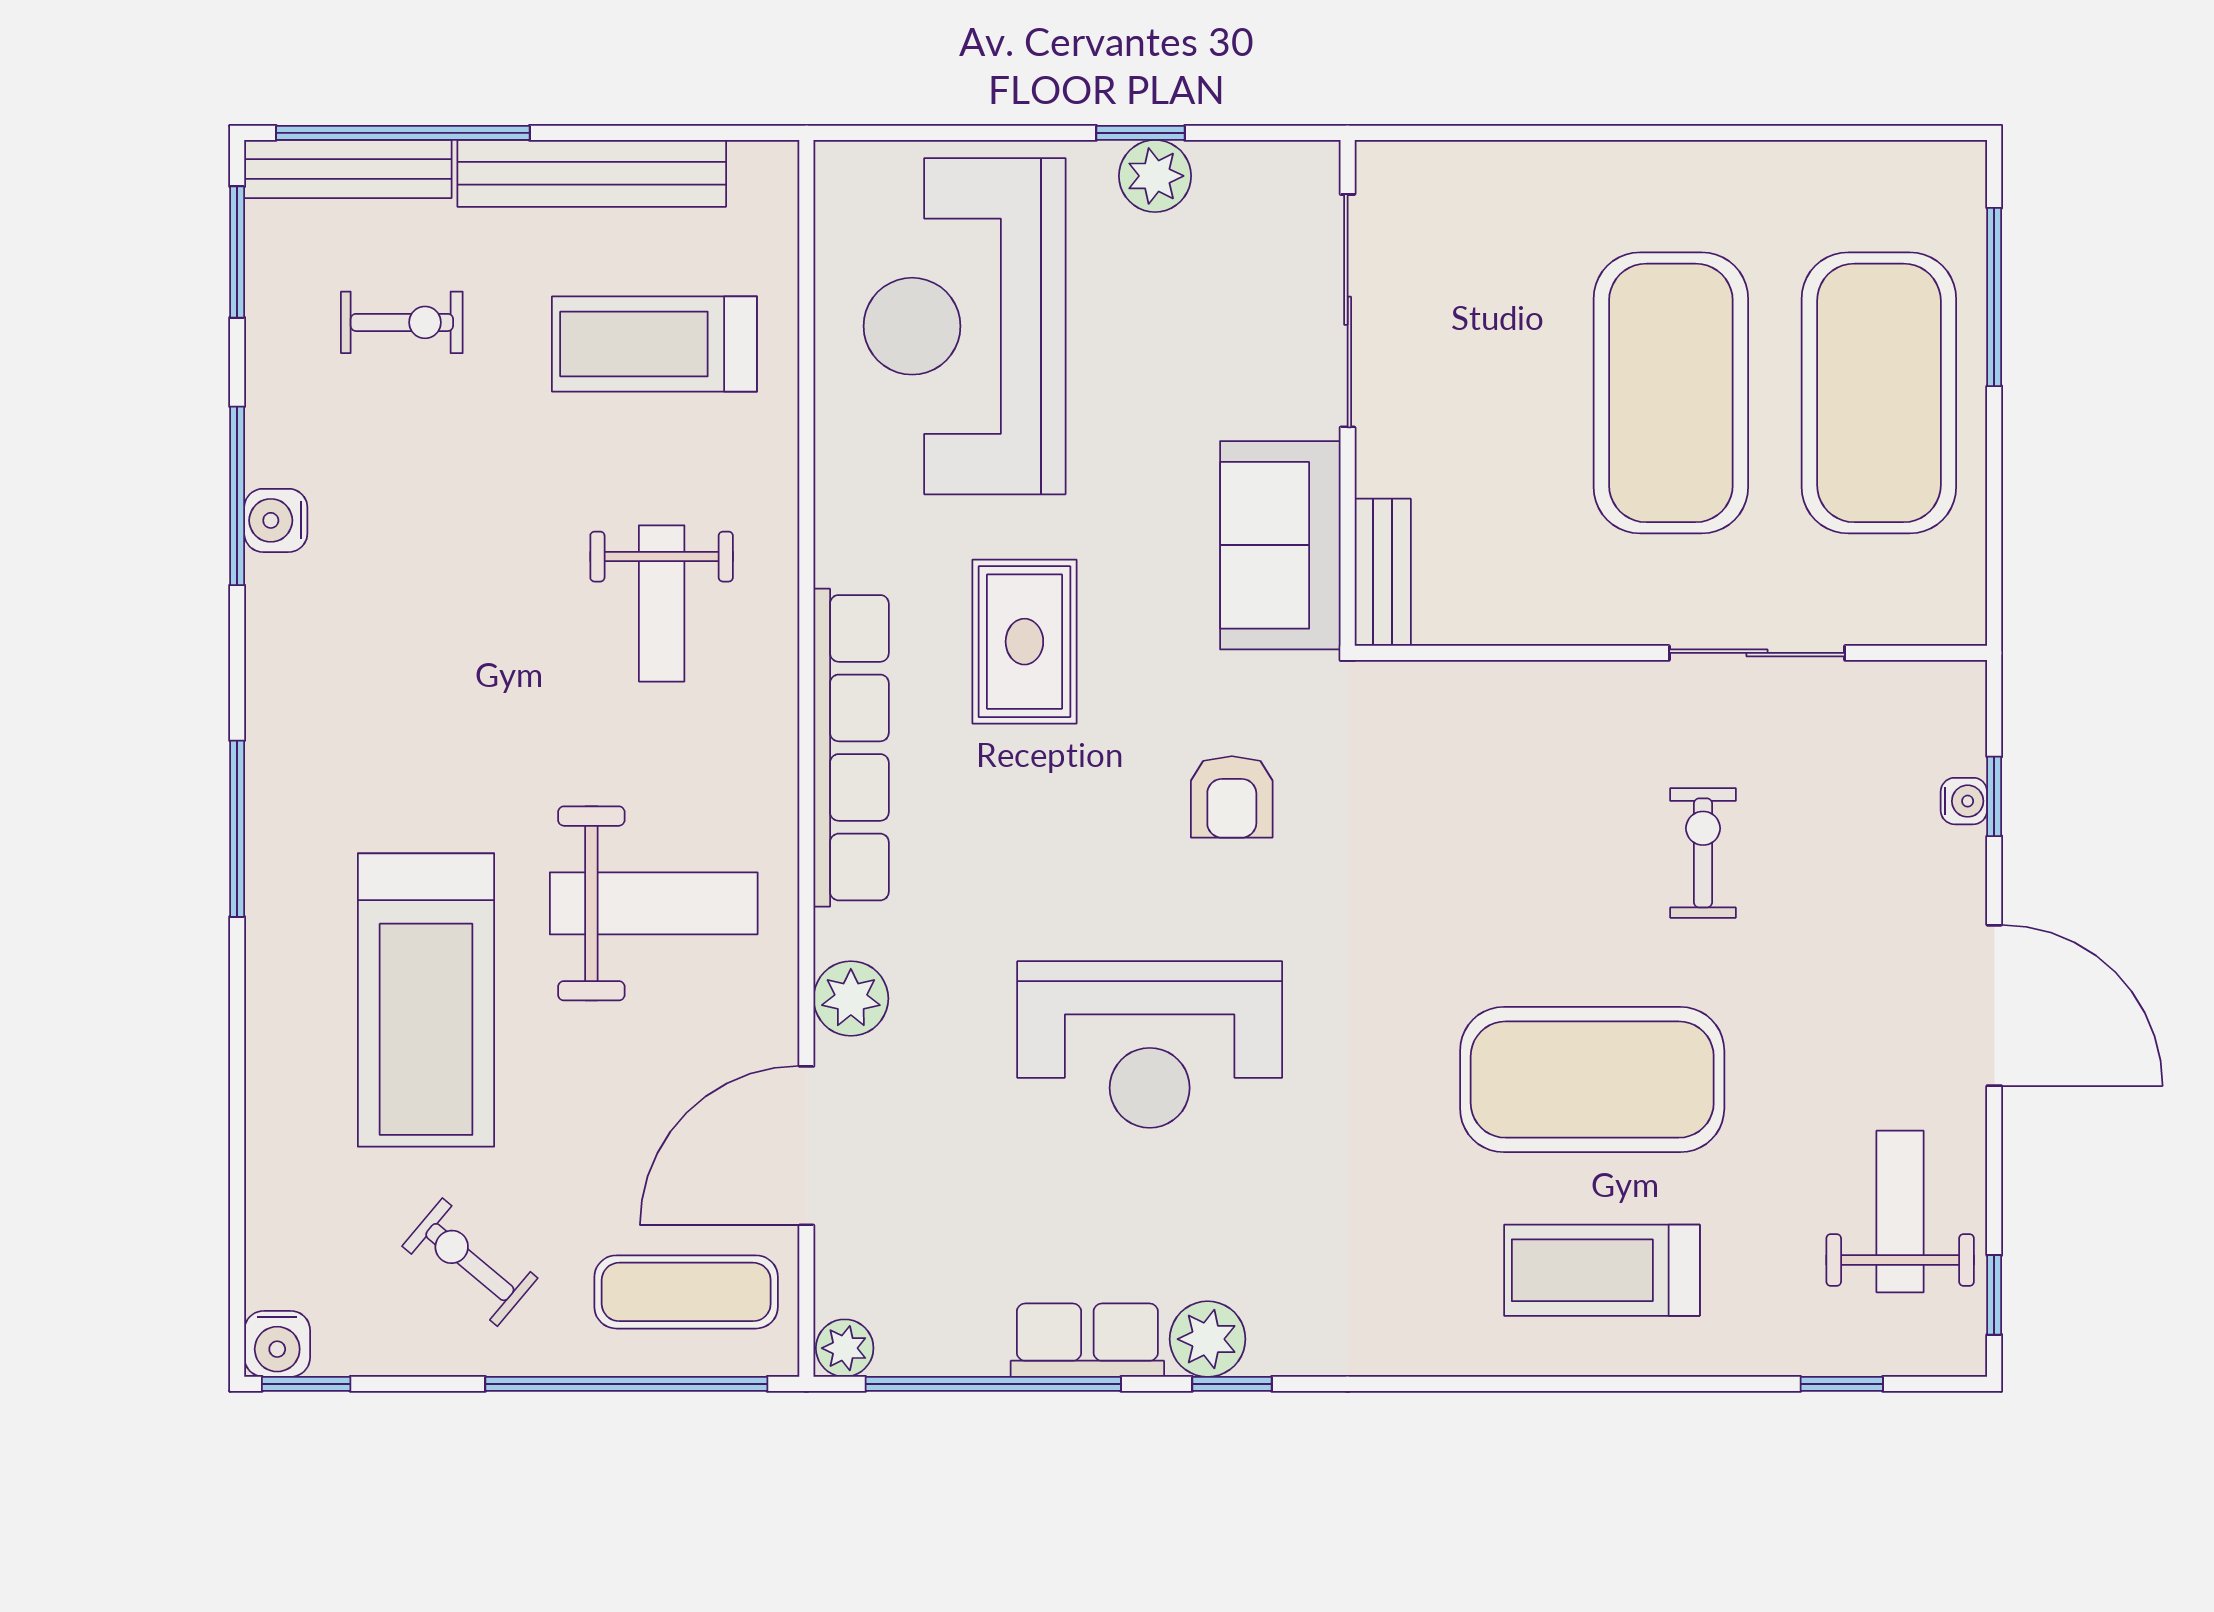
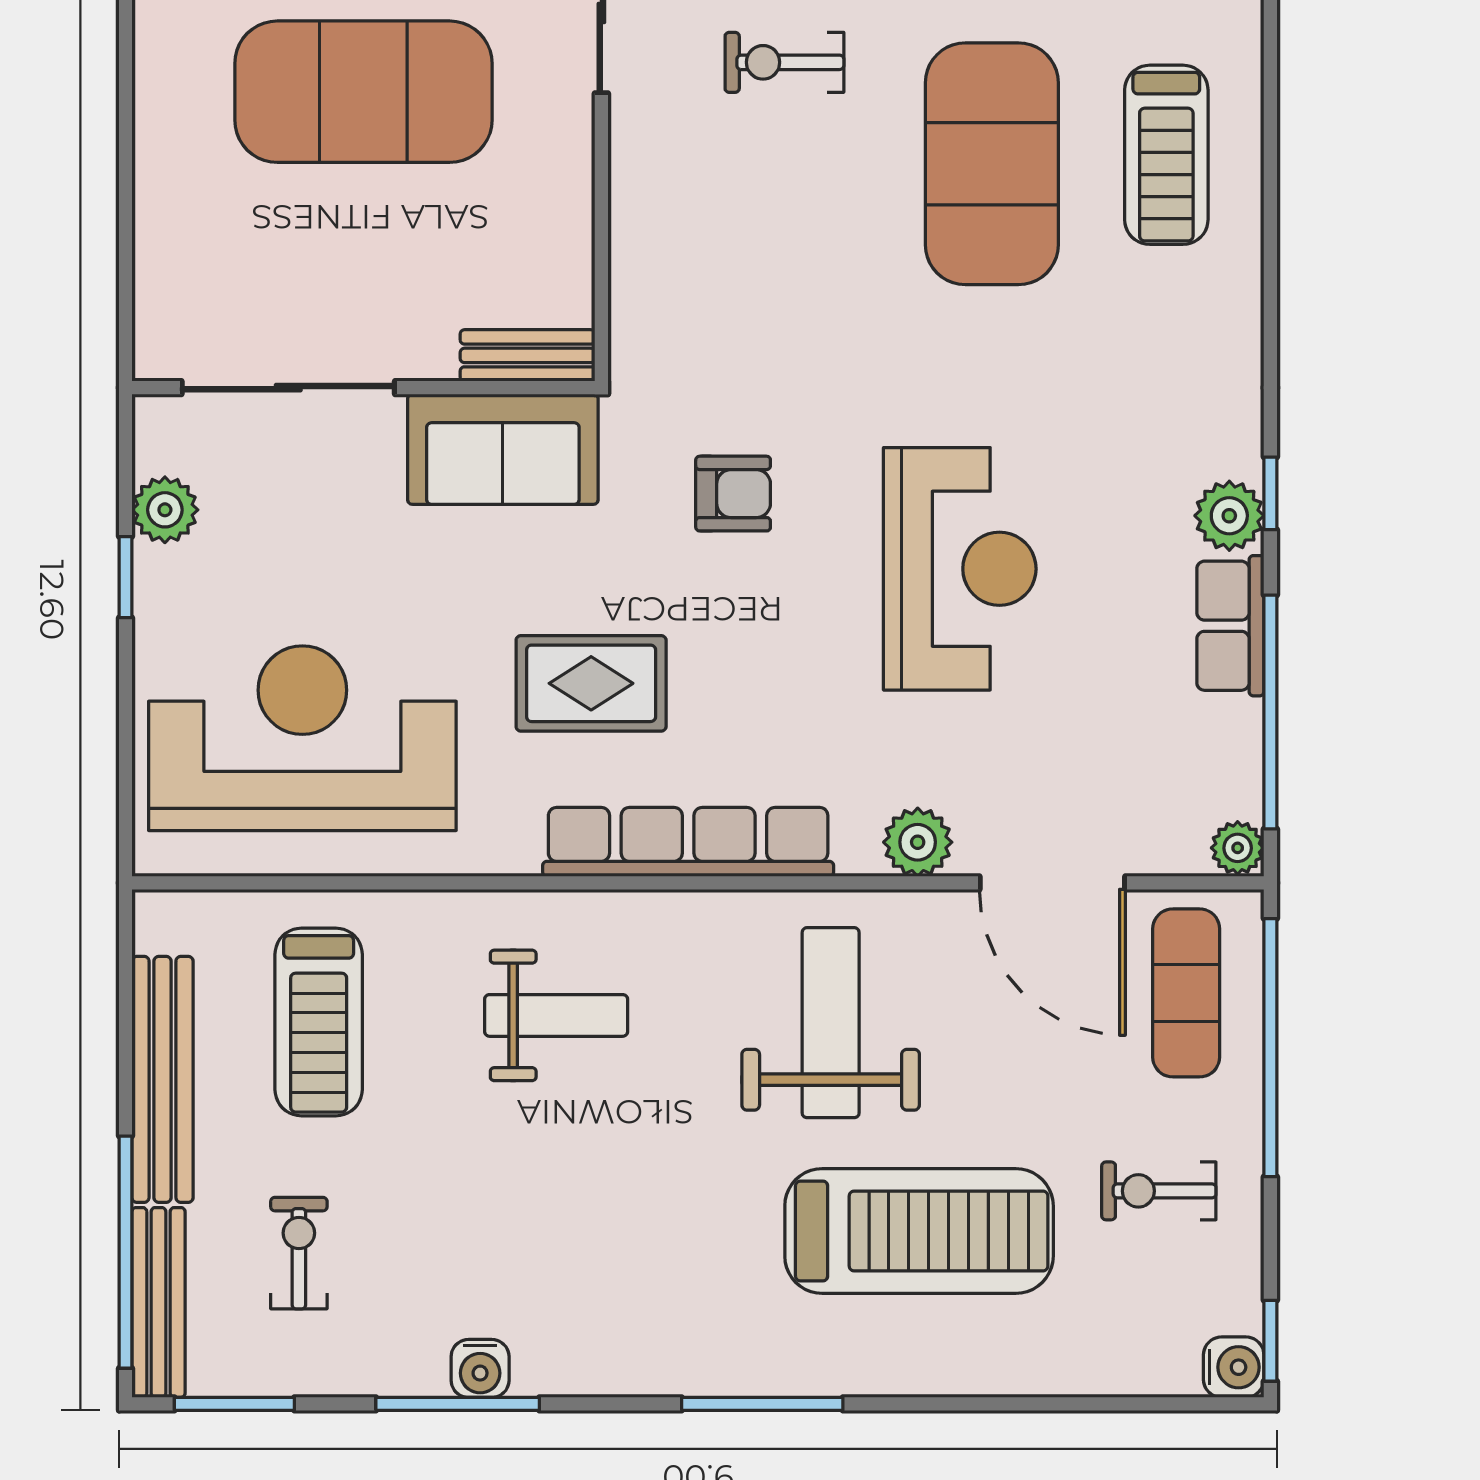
plant: (1155, 176) -> (165, 510), moved
reception desk: (965, 326) -> (302, 738), turned 180
exercise bike: (470, 1262) -> (1159, 1191), turned 50

